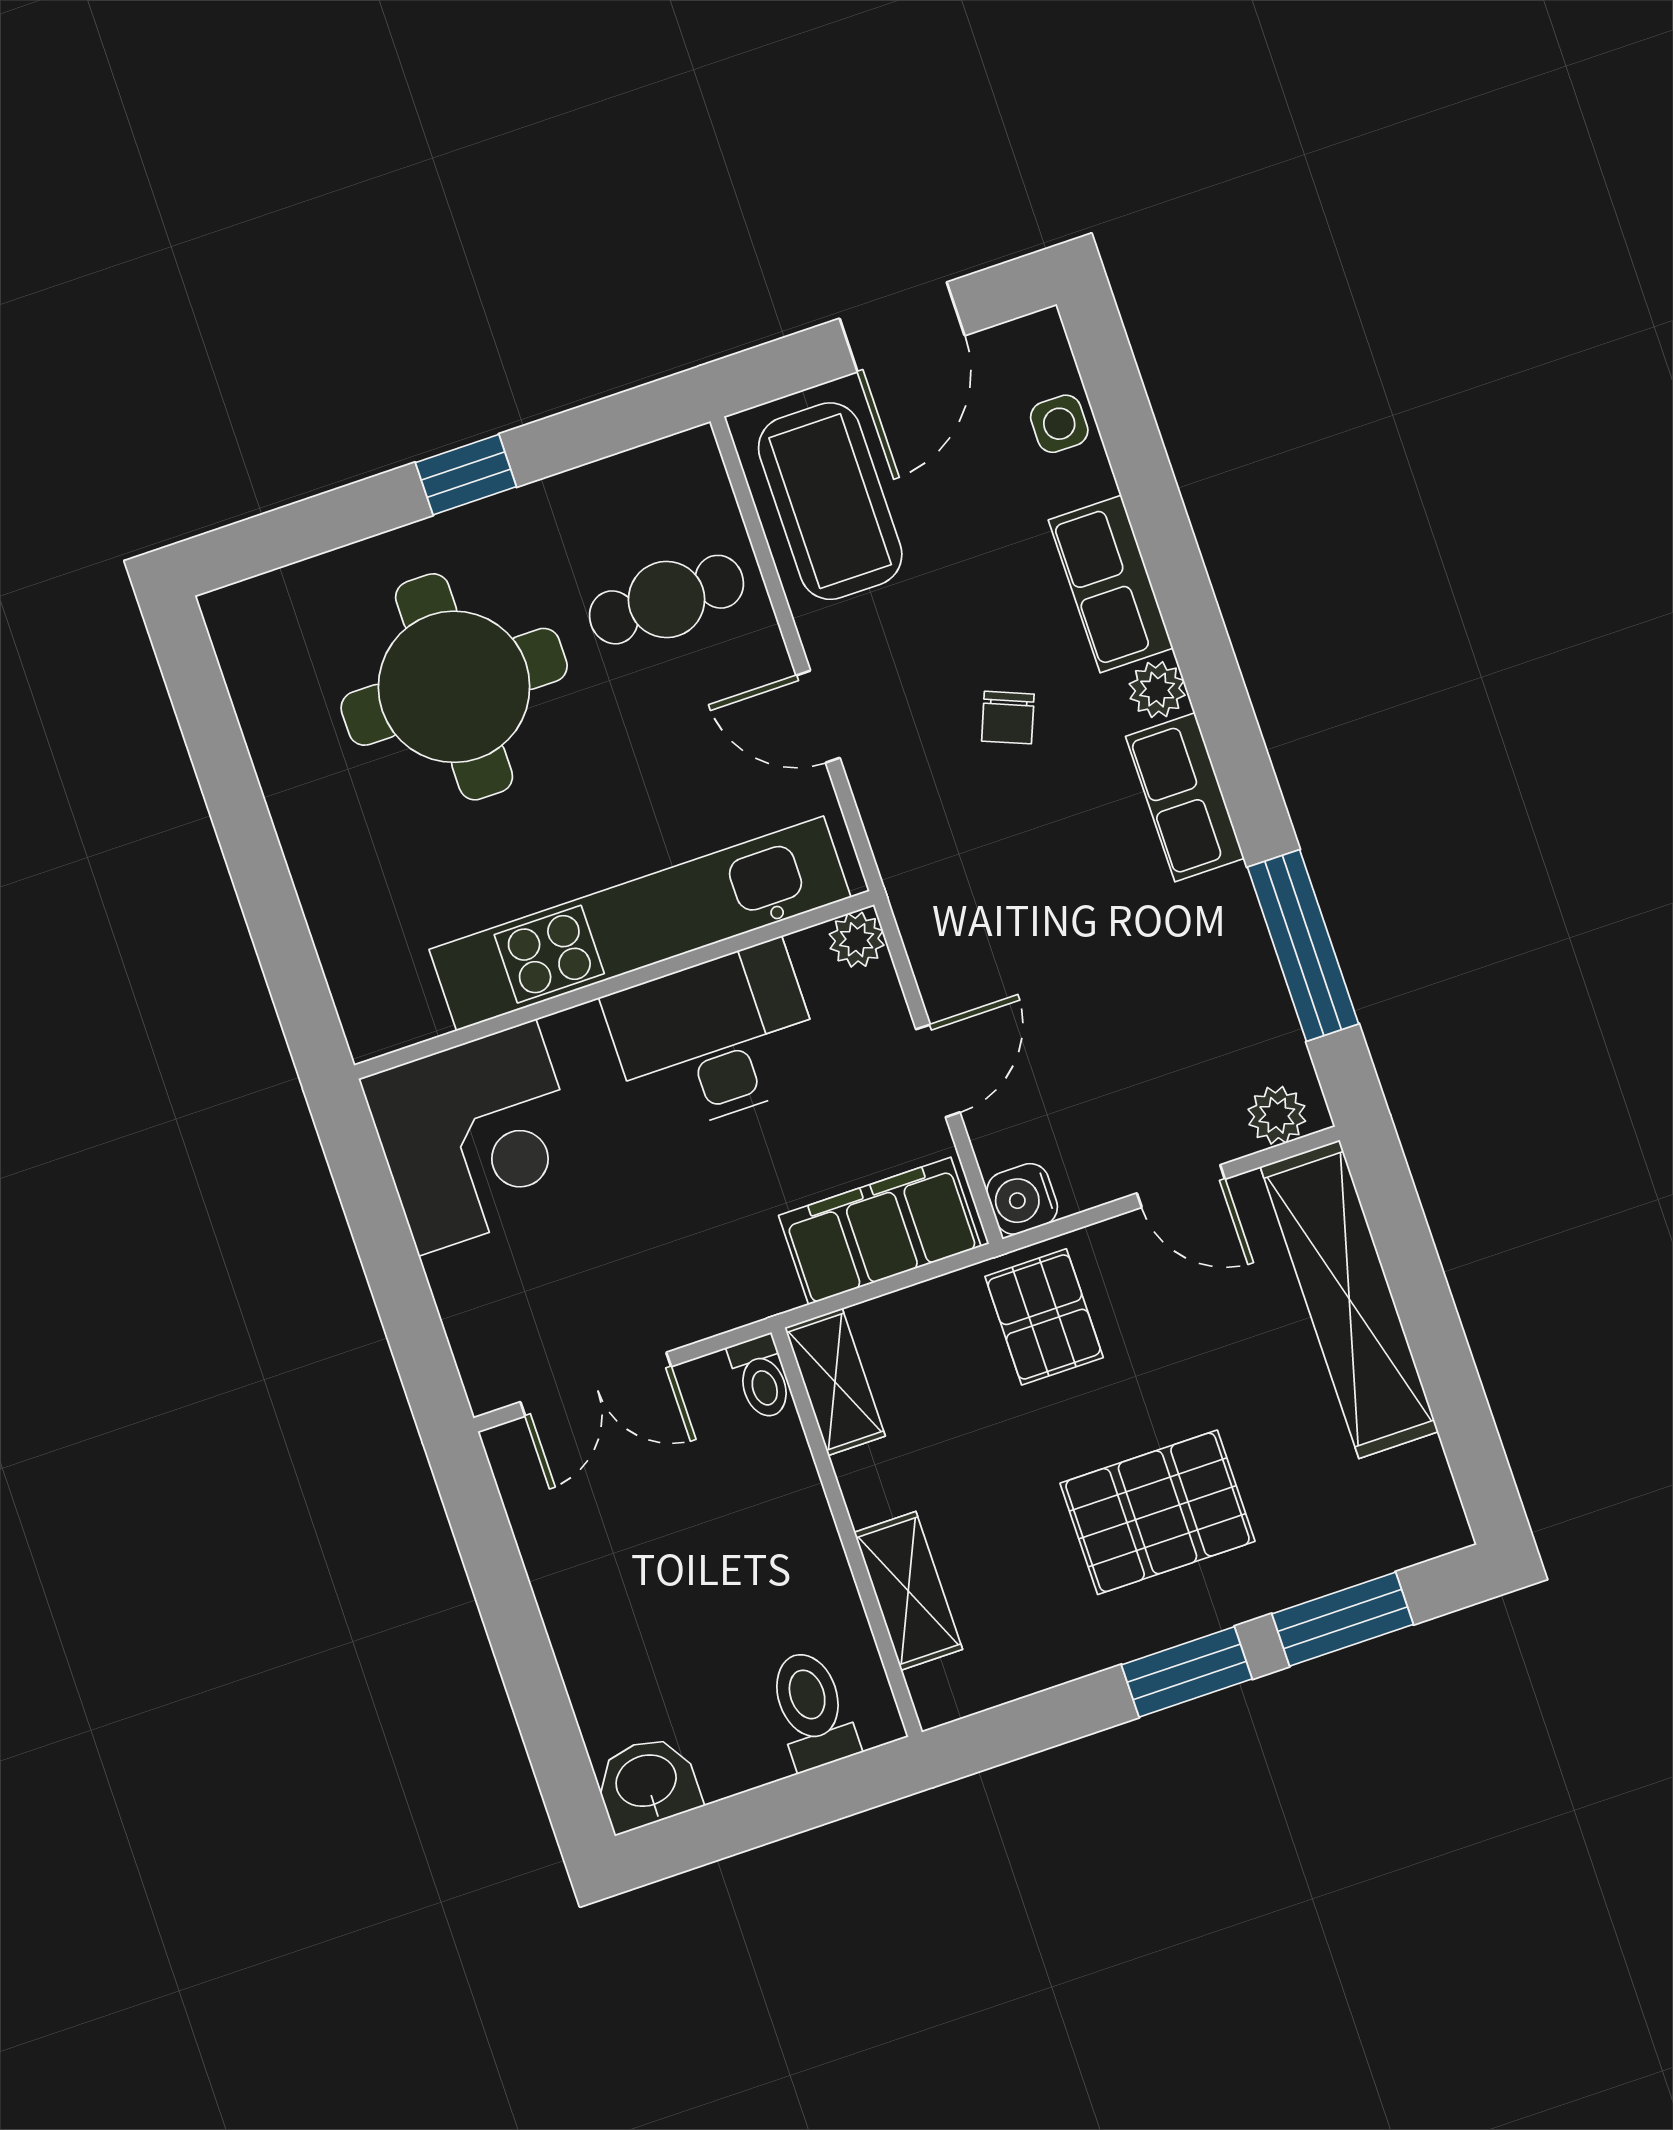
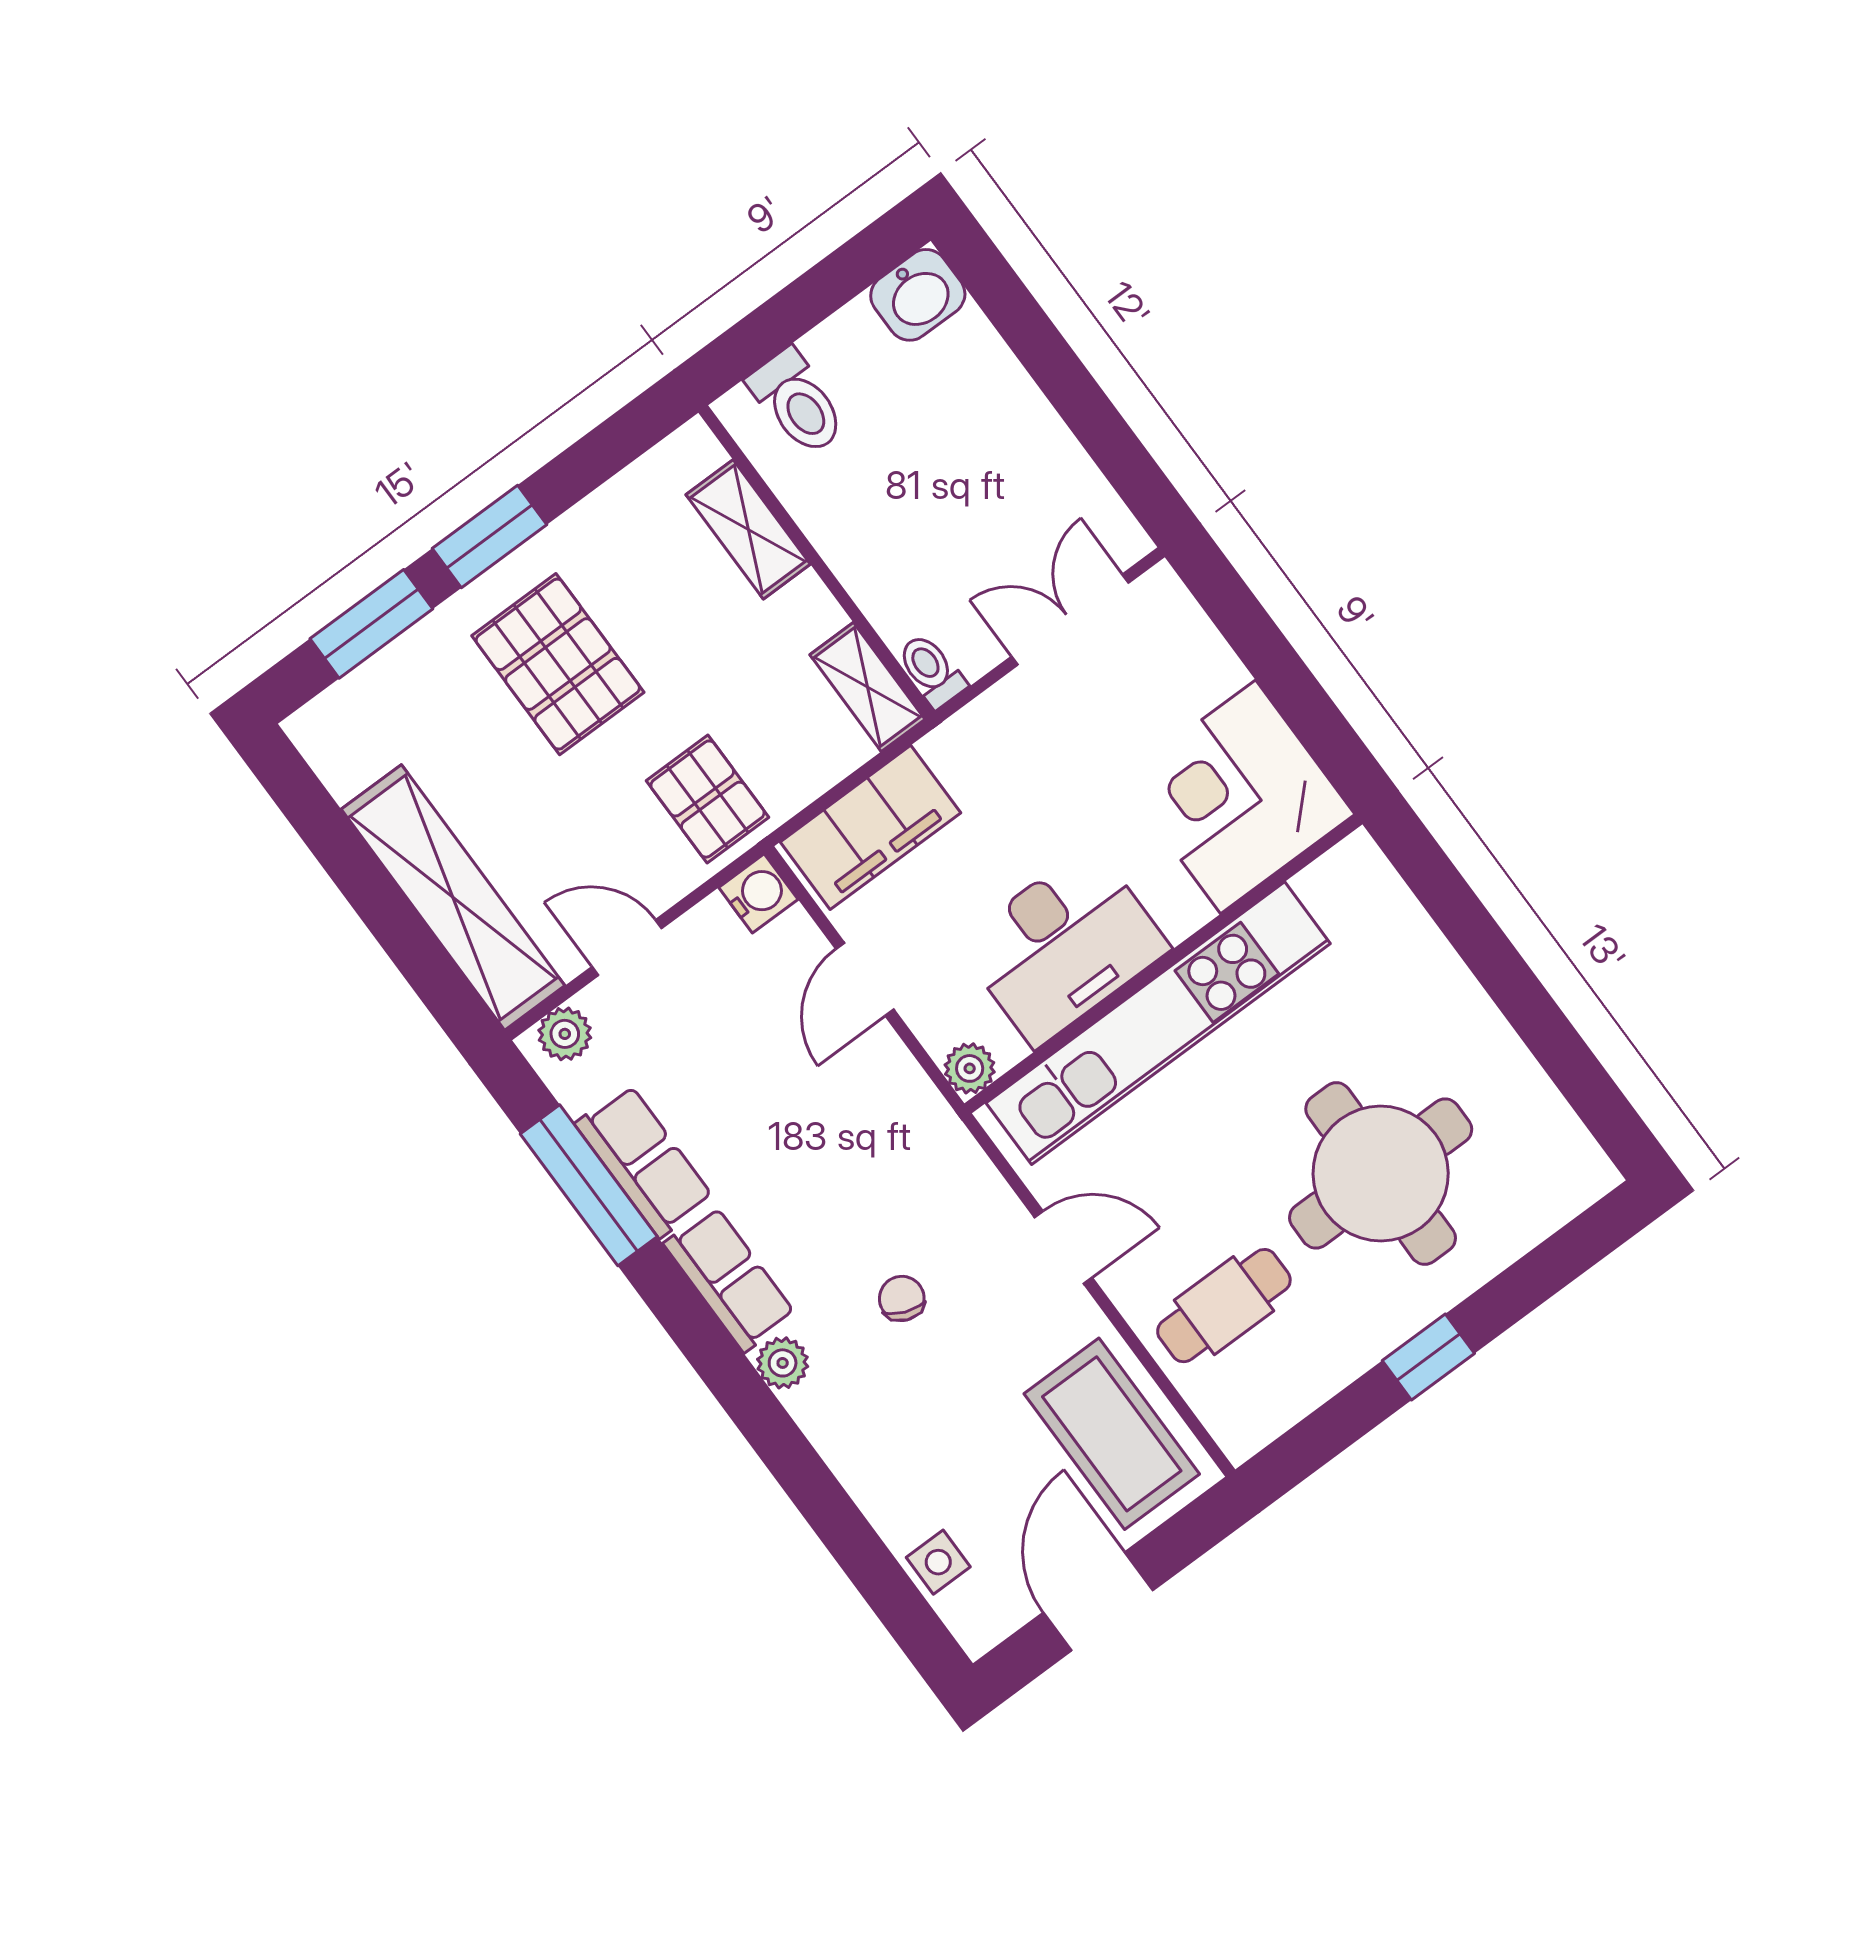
row of seats: (1111, 584) -> (644, 1161), moved
pallet: (1158, 1512) -> (558, 664), turned 90

